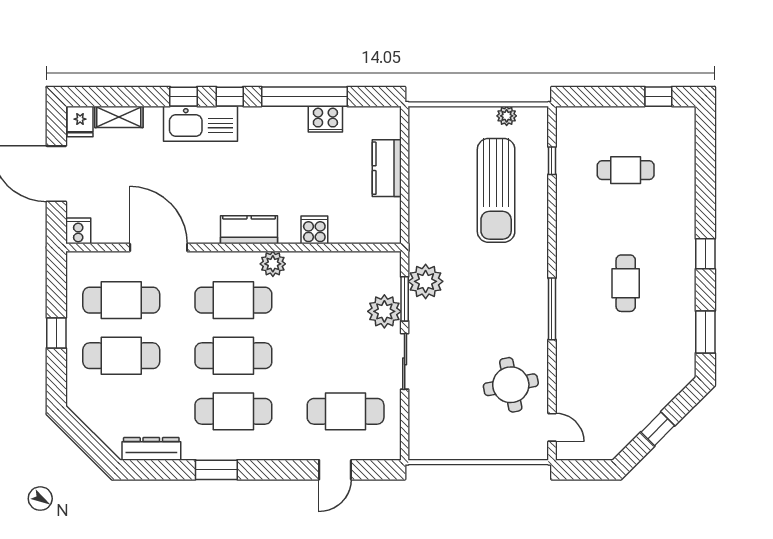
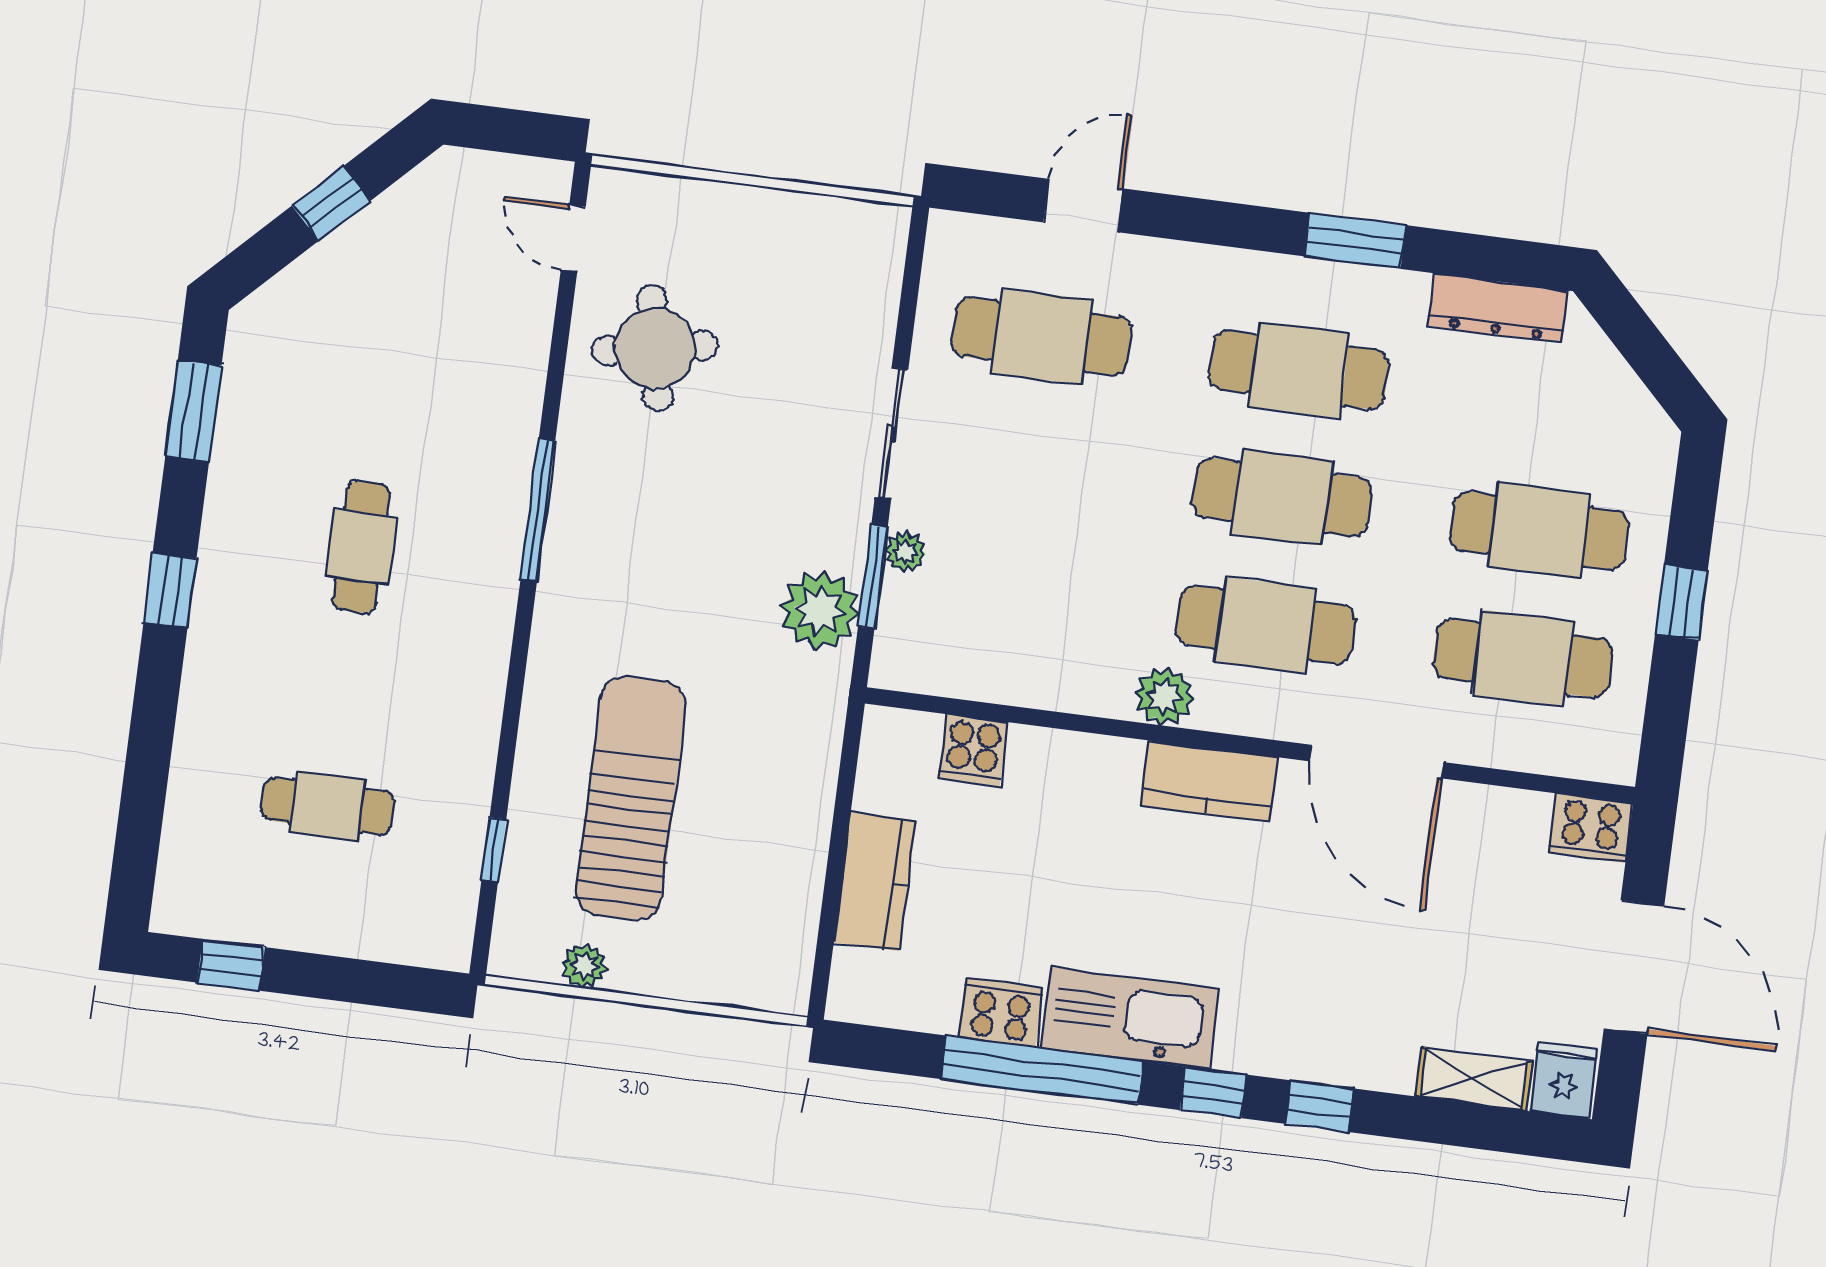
kitchen sink: (200, 124) -> (1130, 1018), moved
cooker: (314, 230) -> (973, 750), moved
cooker: (78, 231) -> (1591, 828), width x1.36
door: (159, 248) -> (1377, 762), moved
plant: (384, 311) -> (905, 552), width x0.53, depth x0.53

